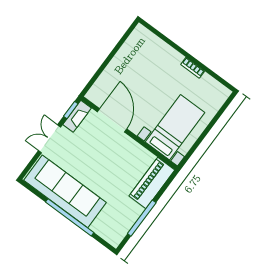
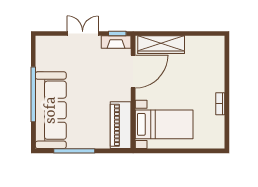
wardrobe: (107, 81) -> (161, 45), added
piano: (152, 183) -> (121, 125), moved, turned -90
sofa: (65, 191) -> (51, 110), moved

